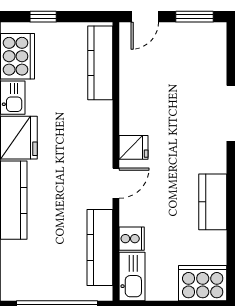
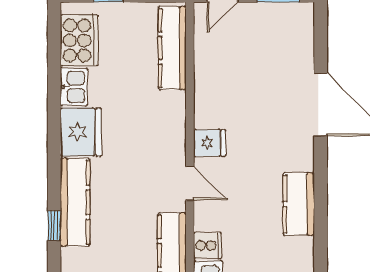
door: (116, 183) -> (190, 183), hinge flipped

